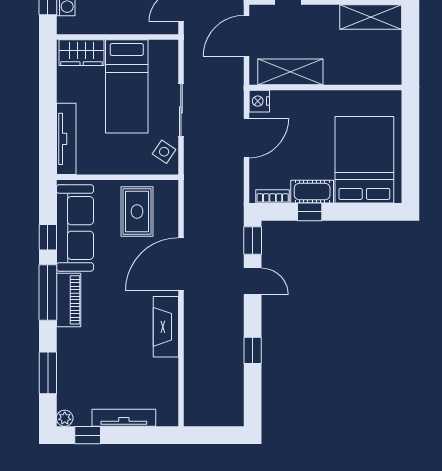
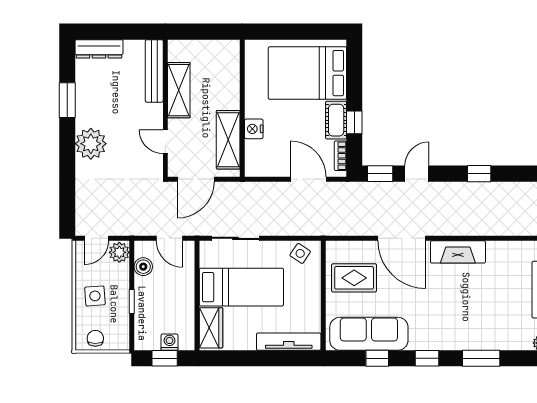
shelving: (371, 17) -> (179, 90), moved
door: (247, 36) -> (196, 179), hinge flipped
nightstand: (259, 101) -> (254, 129), moved, turned 90
sliding door: (181, 110) -> (235, 238), moved
door: (247, 138) -> (308, 179), moved
window: (48, 292) -> (427, 358), width x0.46
piano: (69, 300) -> (434, 340), removed
window: (48, 373) -> (481, 358), moved

